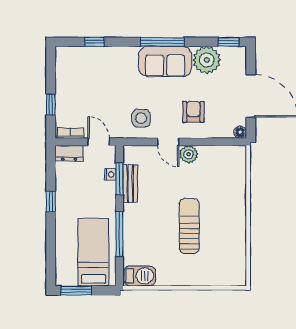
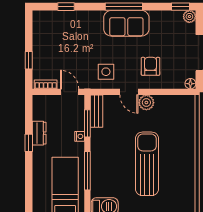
plant: (207, 60) -> (189, 17), moved, width x0.53, depth x0.53
dresser: (69, 153) -> (39, 133), moved, turned -90
nightstand: (110, 174) -> (80, 136), moved
bench: (130, 183) -> (97, 111), moved
sun lounger: (189, 226) -> (147, 164), width x1.36, depth x1.34

